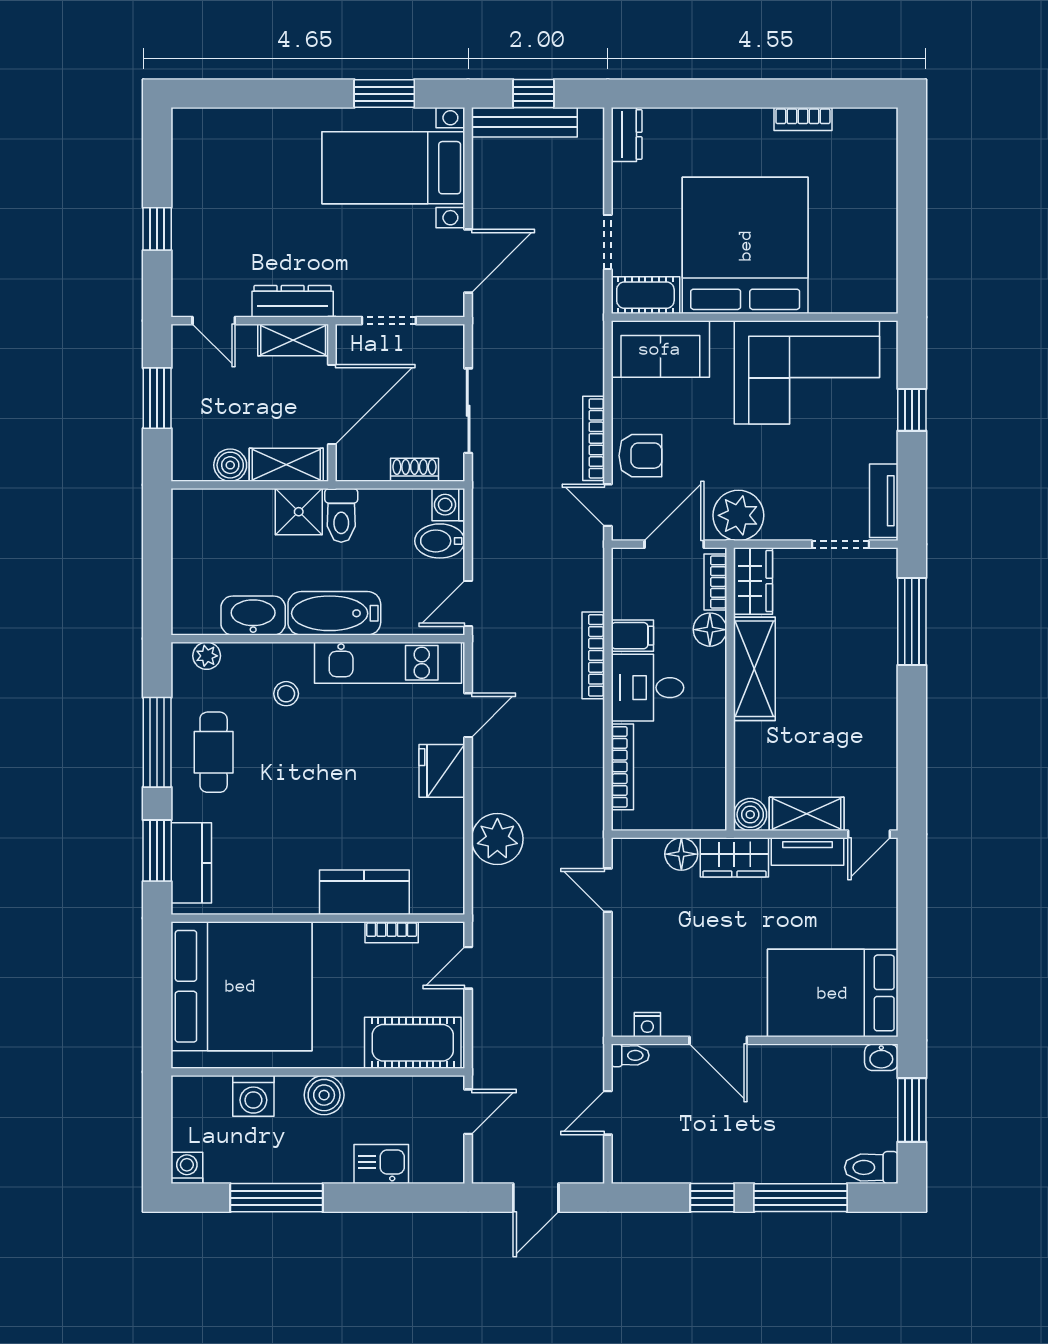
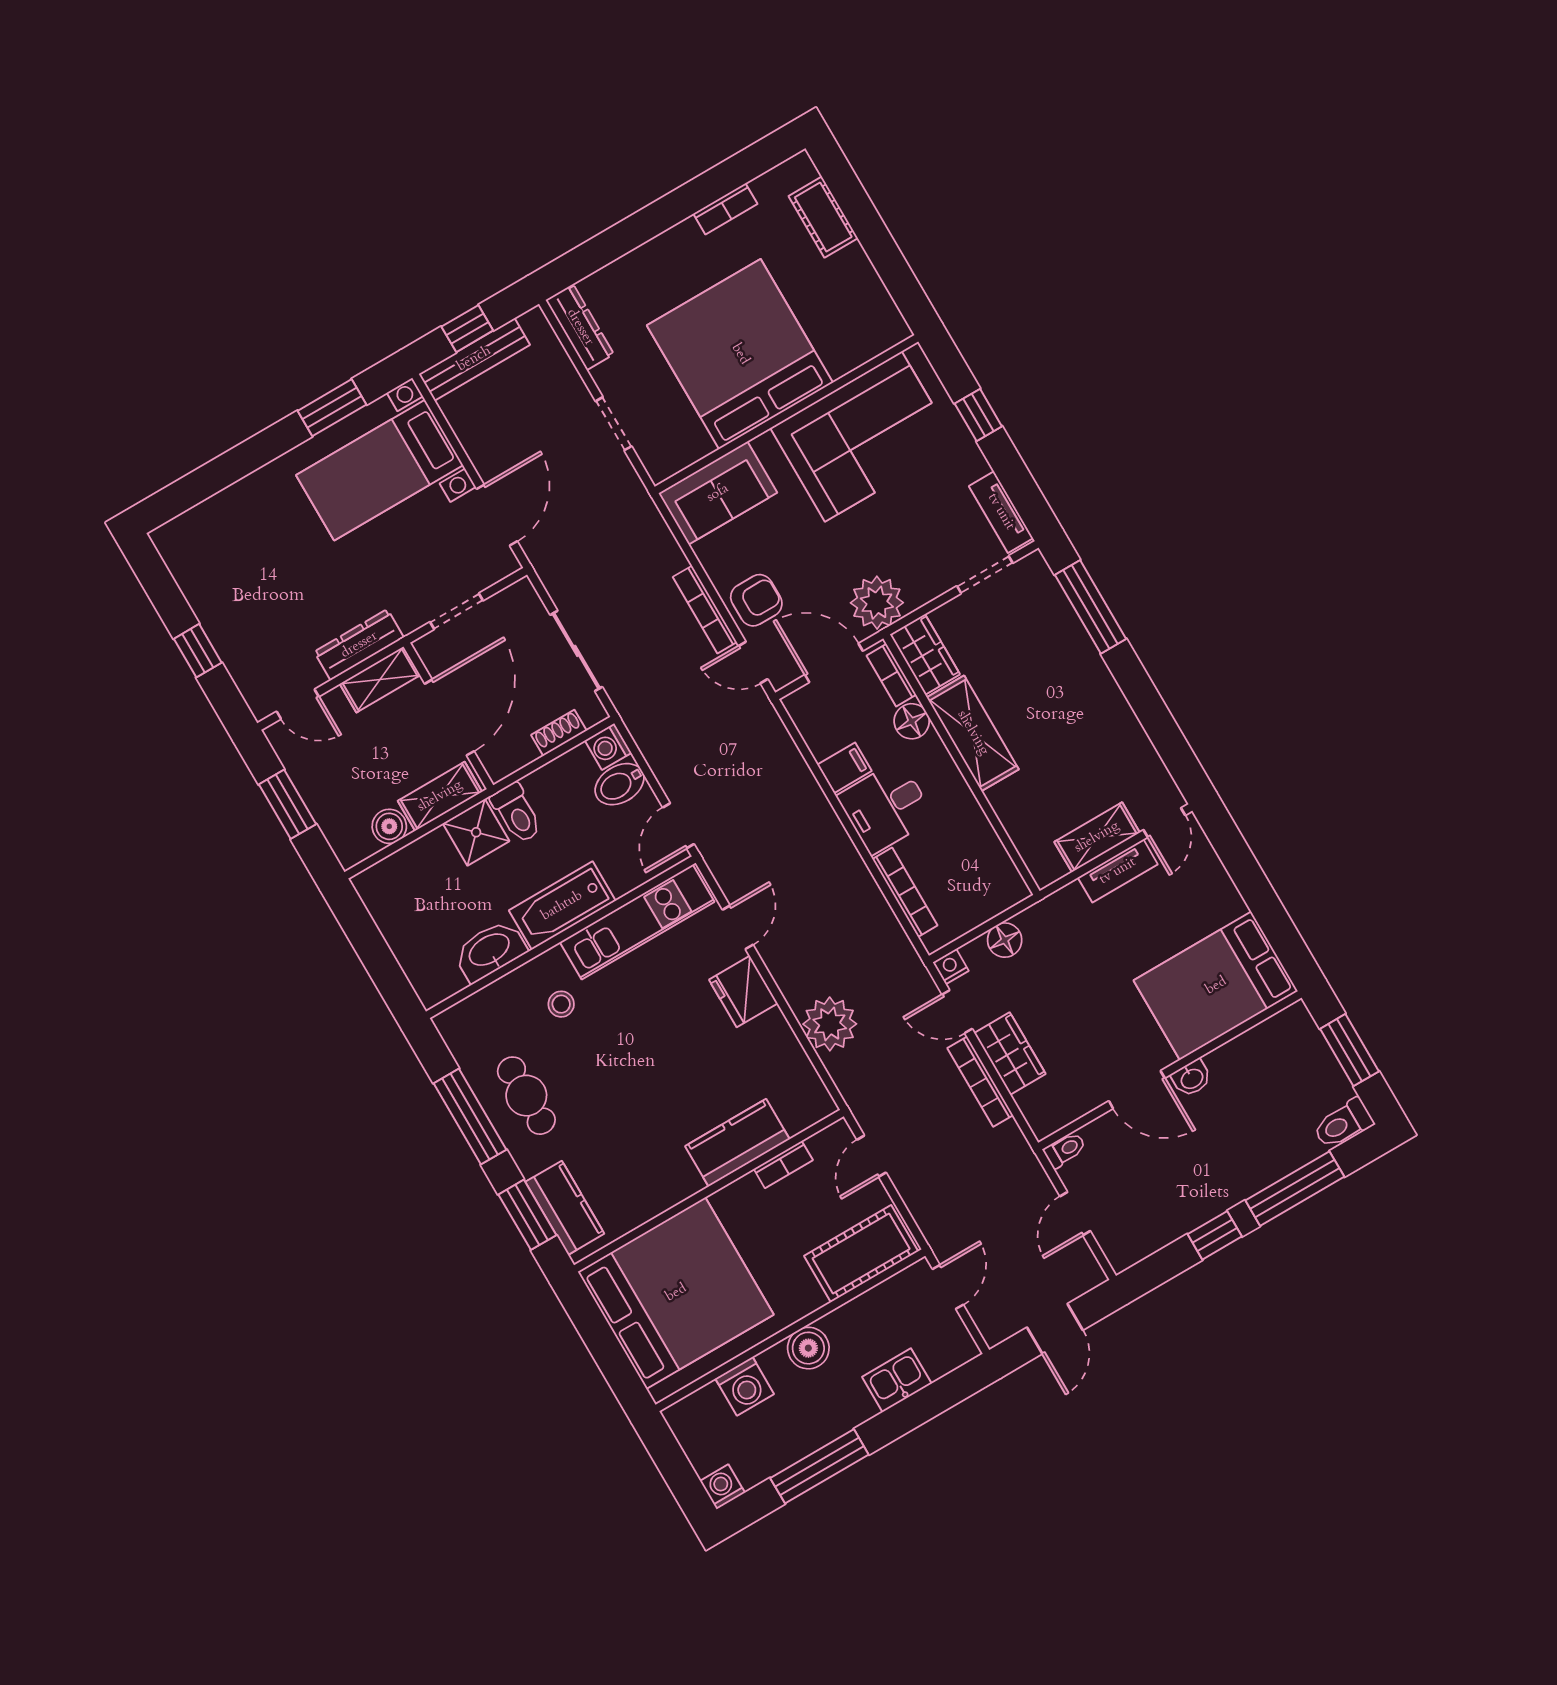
dresser: (627, 135) -> (580, 327), width x1.44
cot: (645, 295) -> (823, 217), moved, turned 90
door: (674, 544) -> (834, 663), hinge flipped
bookcase: (593, 655) -> (980, 1082), moved
plant: (207, 656) -> (469, 1012), removed
boiler: (750, 814) -> (1046, 868), removed
wardrobe: (734, 857) -> (1010, 1054), moved, turned -90
nightstand: (647, 1025) -> (951, 967), moved, turned 180
washbasin: (881, 1057) -> (1192, 1078), moved

